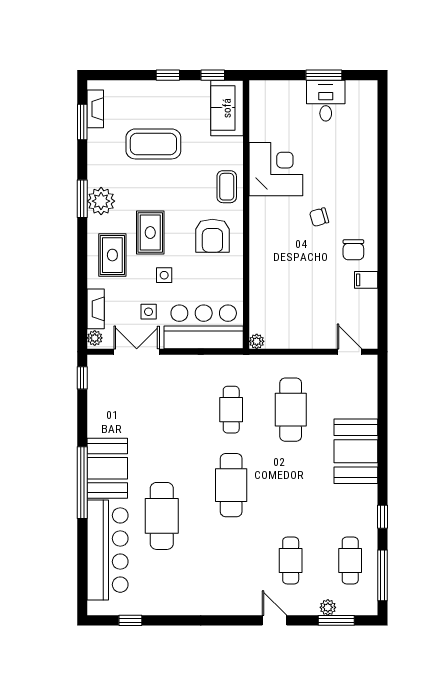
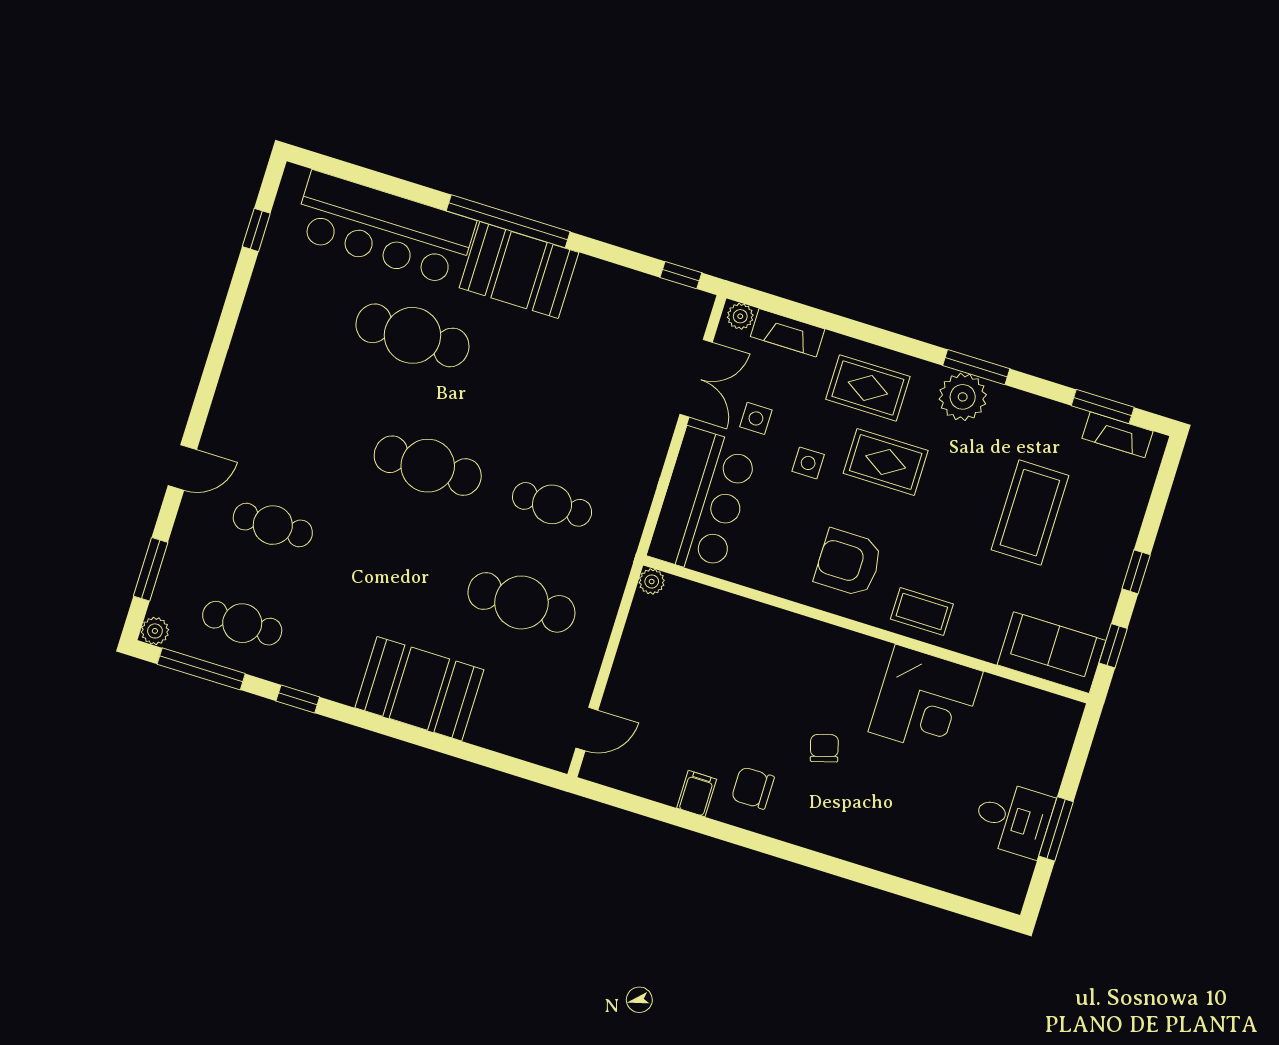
plant: (328, 607) -> (155, 631), moved

